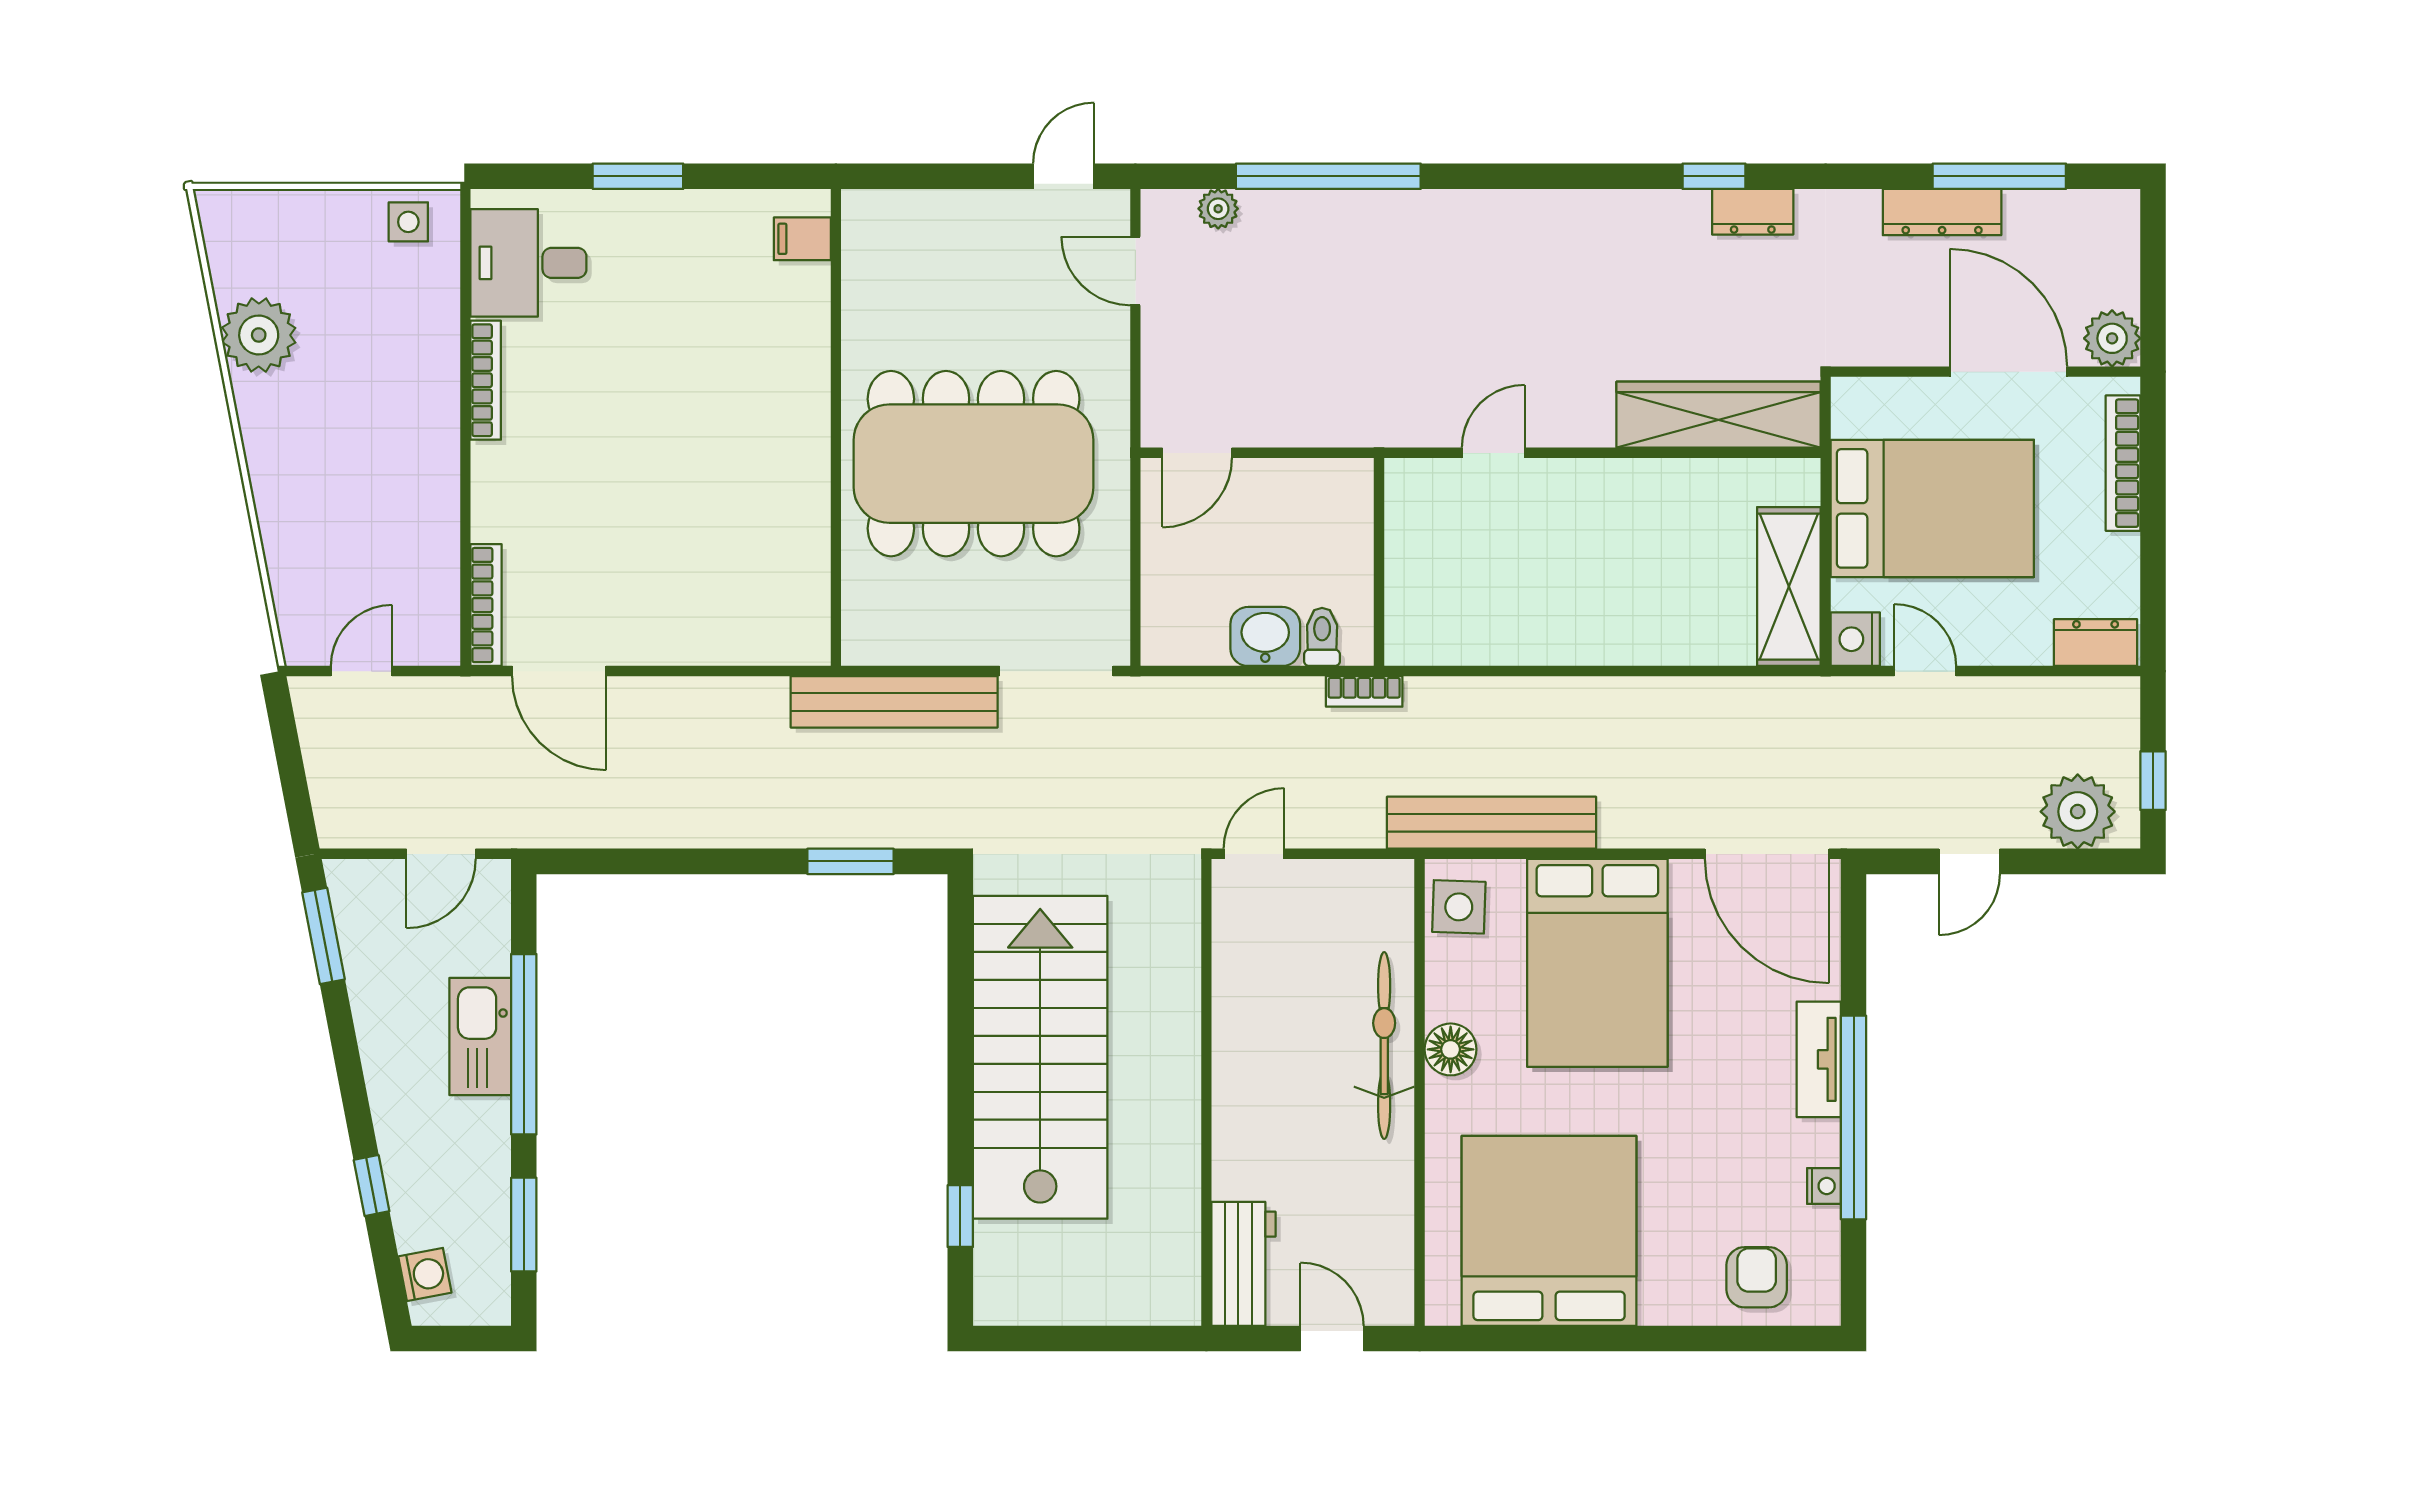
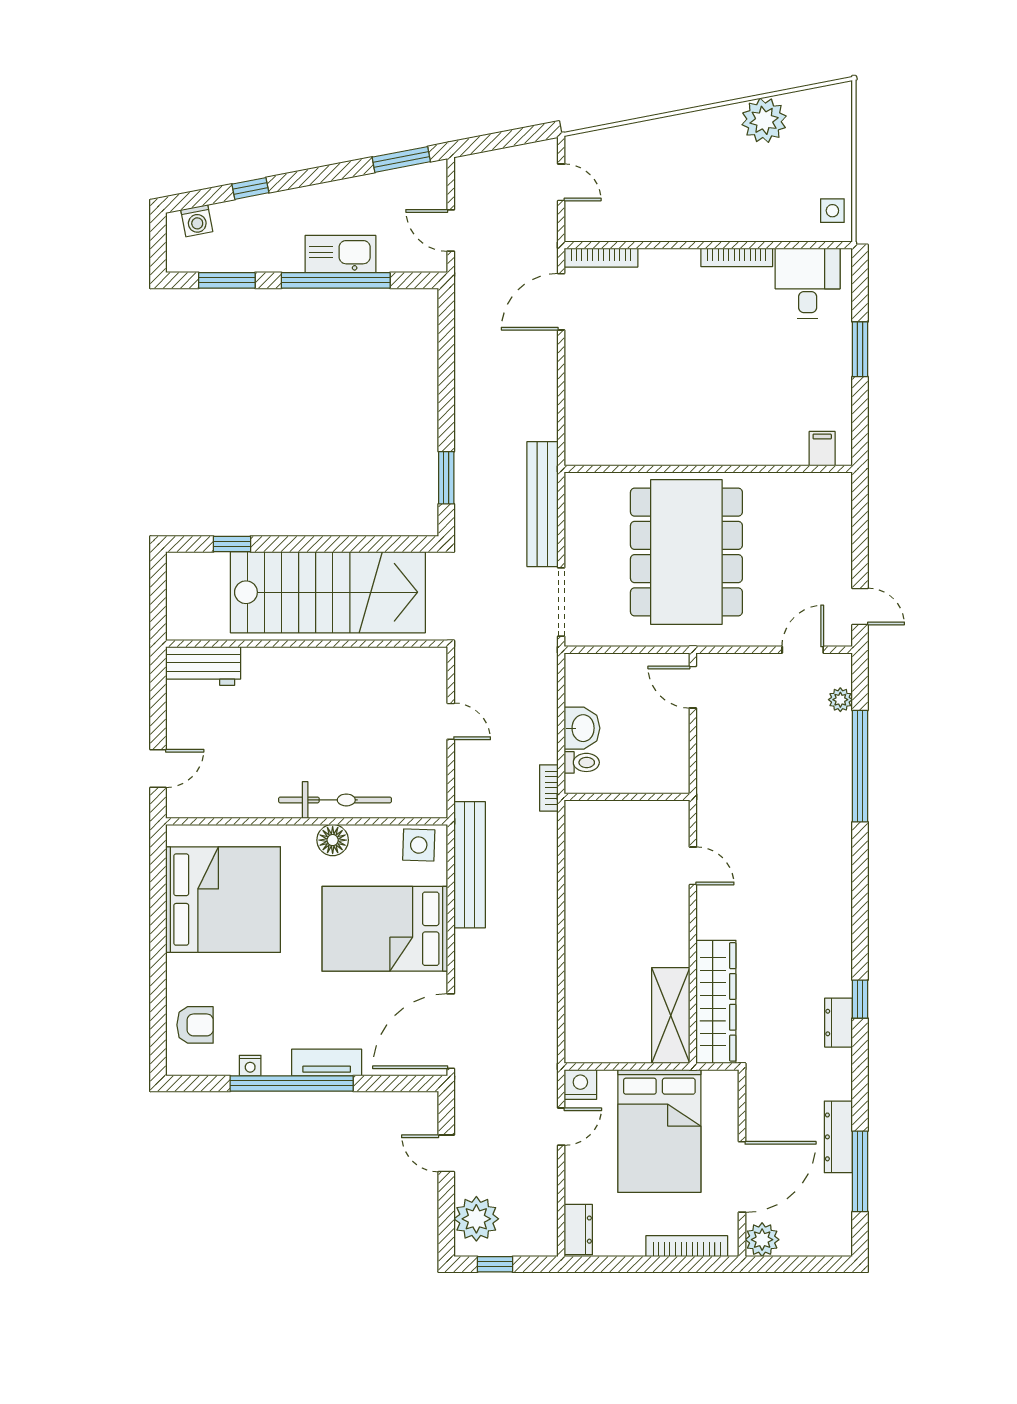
shelving: (1789, 587) -> (671, 1016), moved, turned 90
wall: (1206, 1092) -> (307, 644), moved
workbench: (1244, 1264) -> (203, 666), moved

